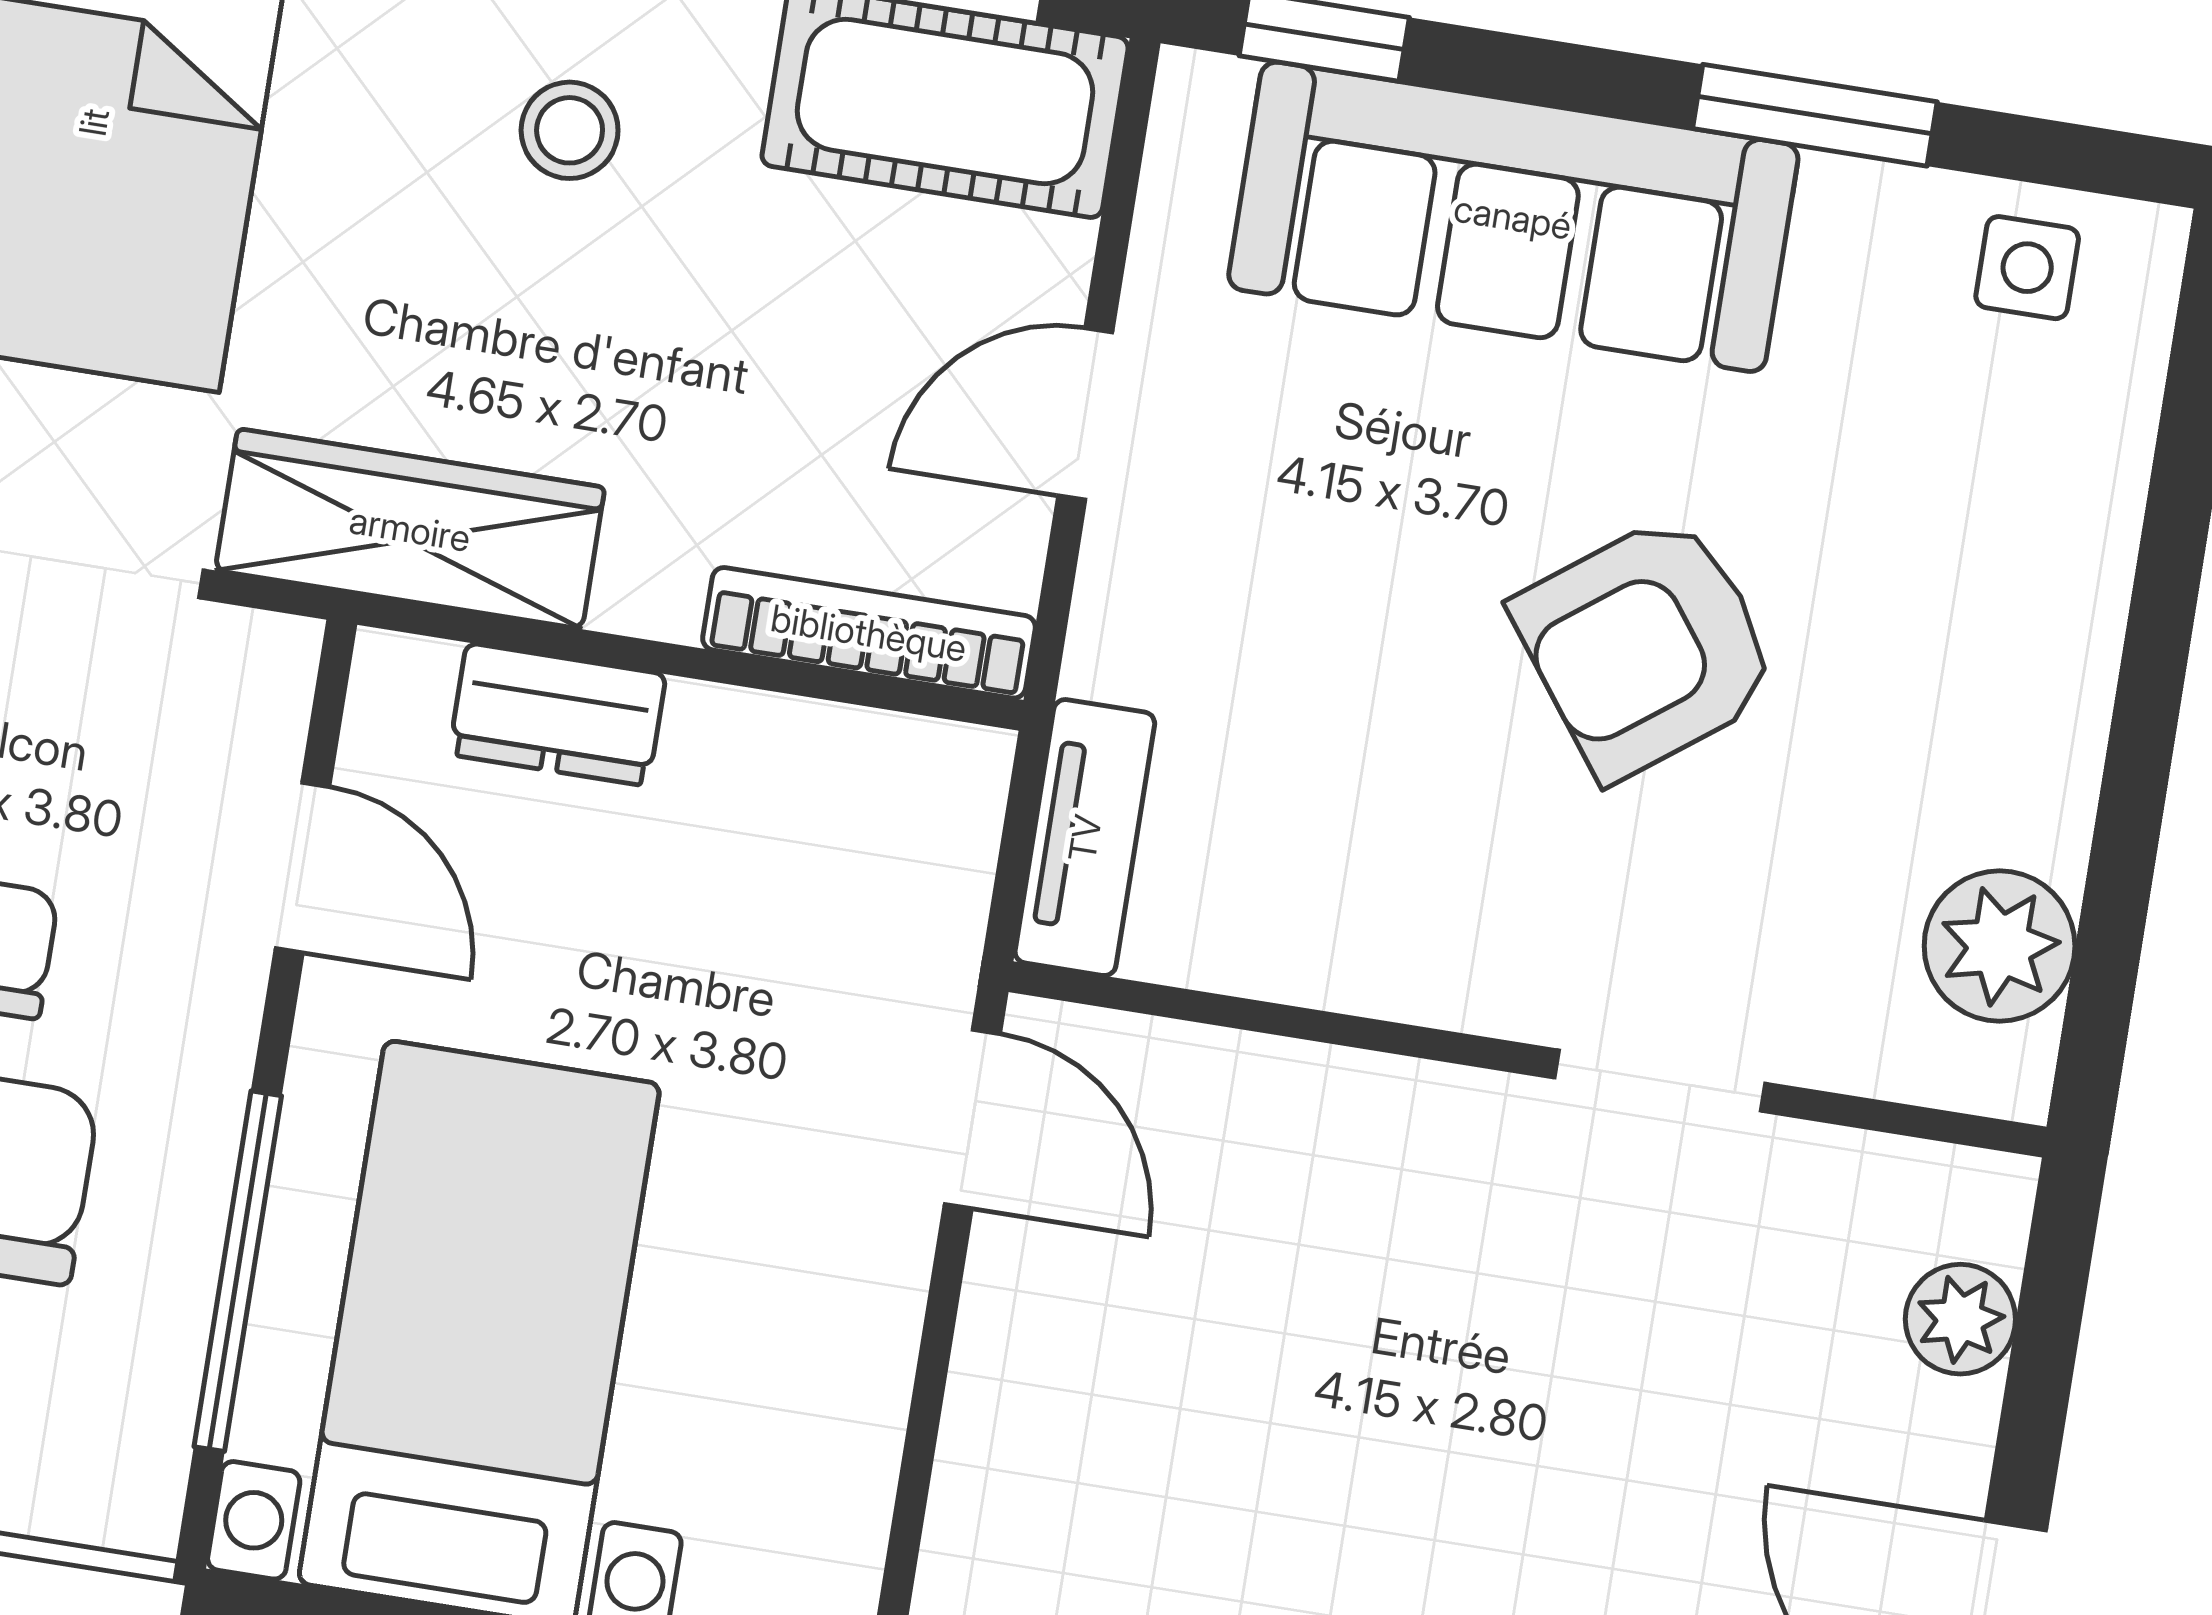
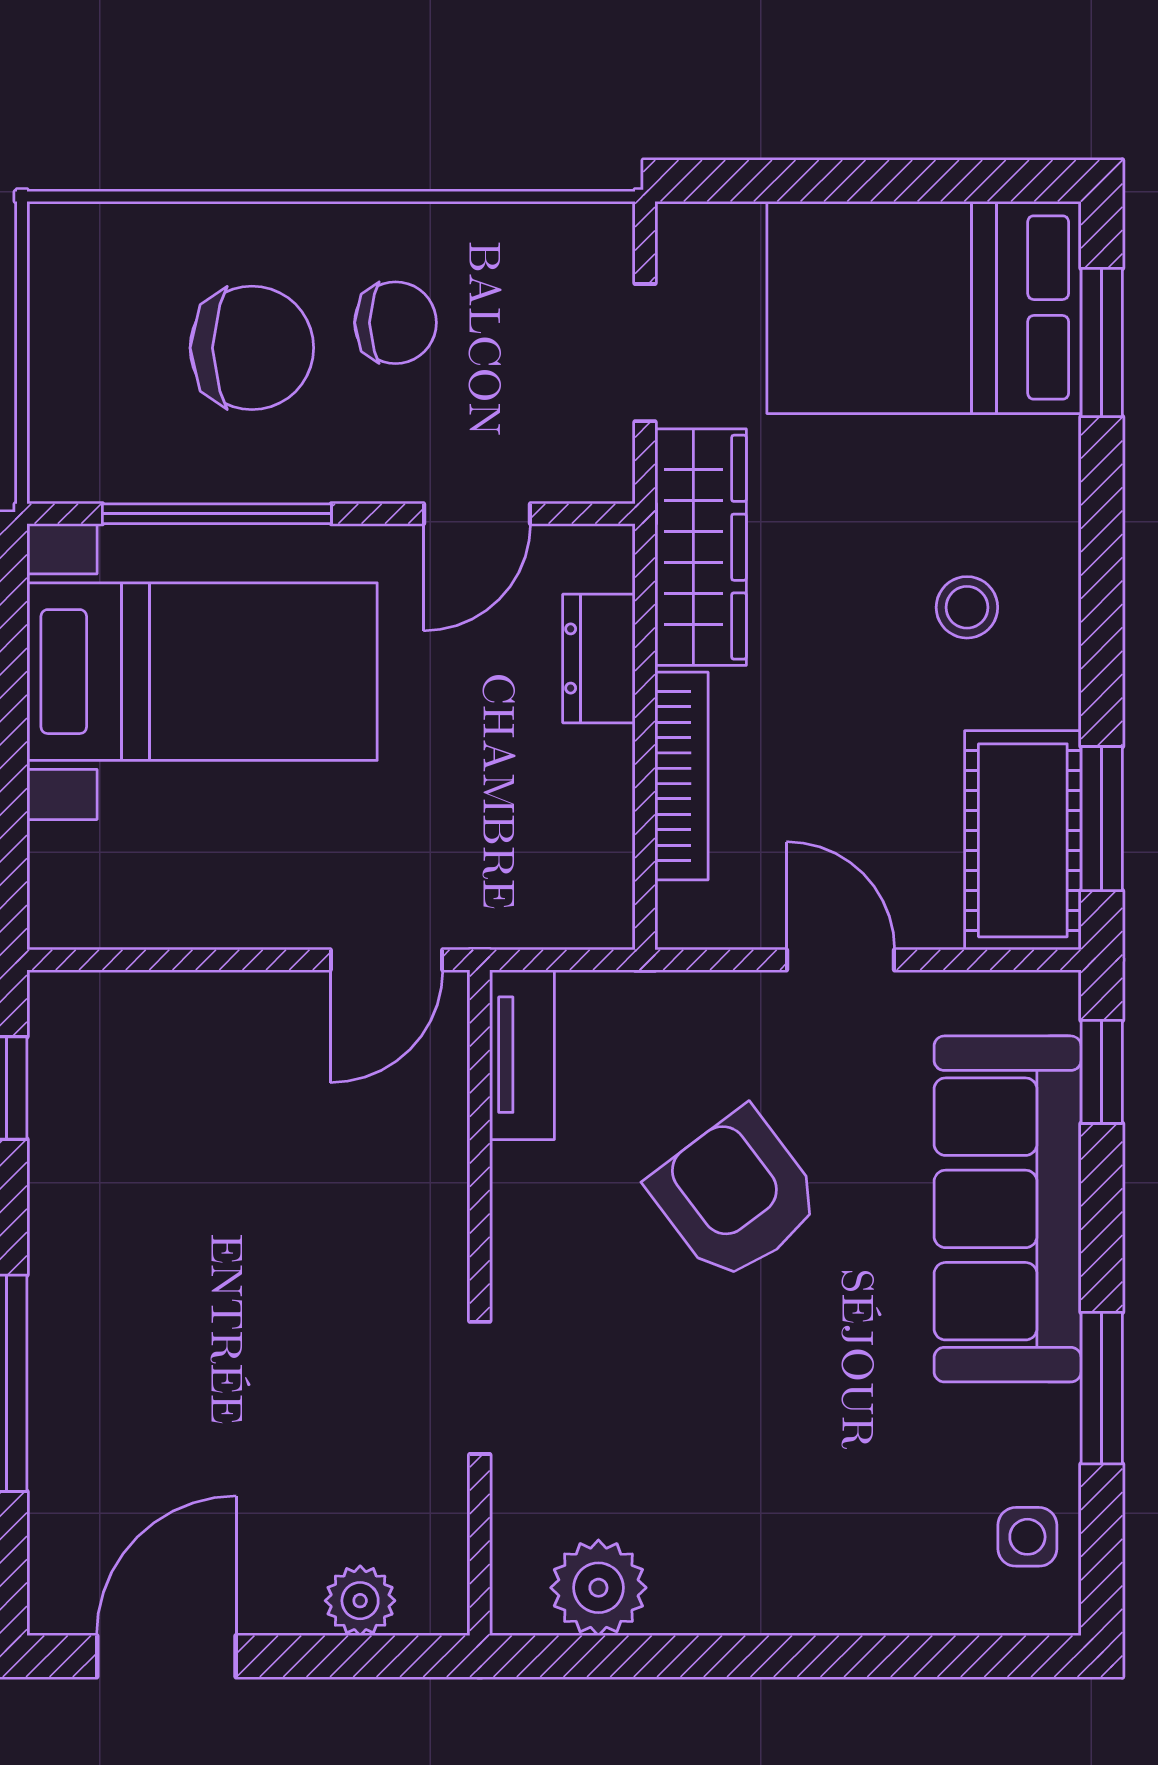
bookcase: (869, 633) -> (681, 776), moved
armchair: (1647, 646) -> (736, 1195), moved
tv unit: (1085, 838) -> (522, 1055), moved, turned -90

